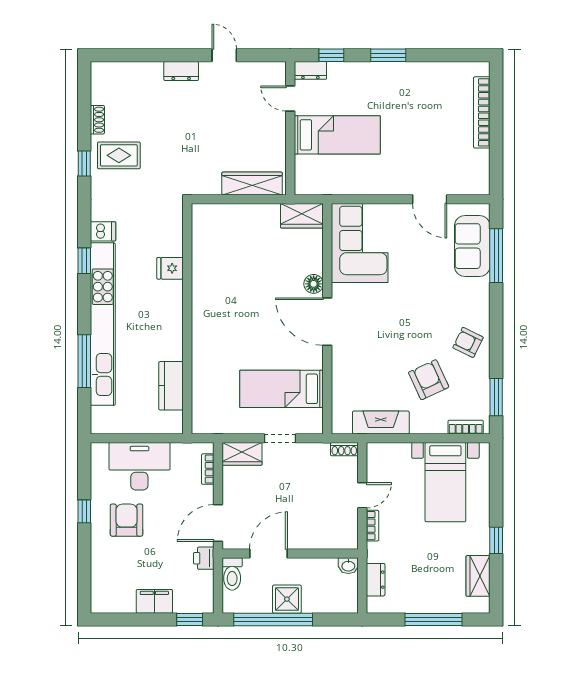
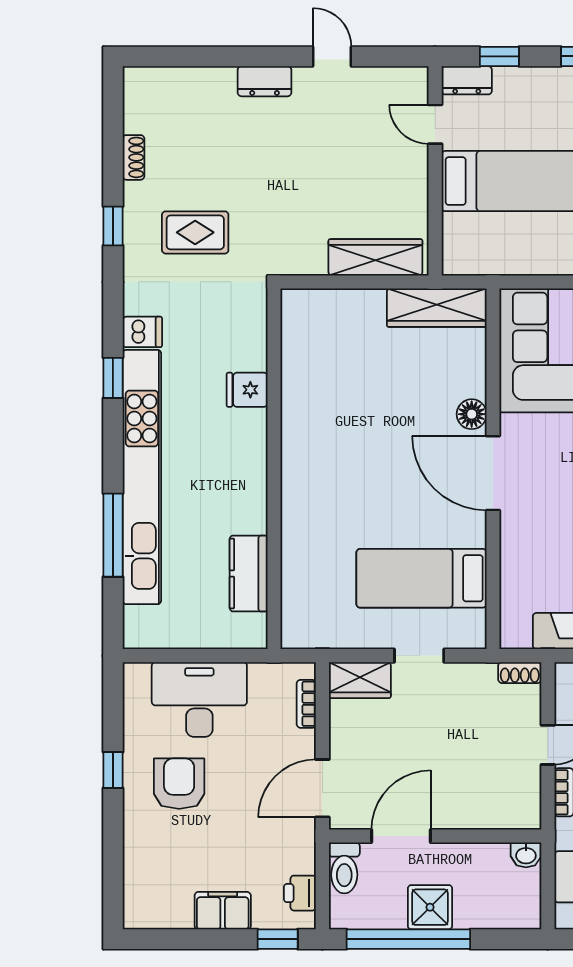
rug: (119, 155) -> (195, 232), moved
wardrobe: (302, 216) -> (437, 308), width x1.50
printer: (204, 558) -> (300, 893), moved

